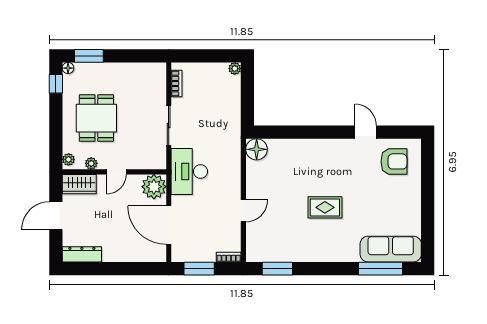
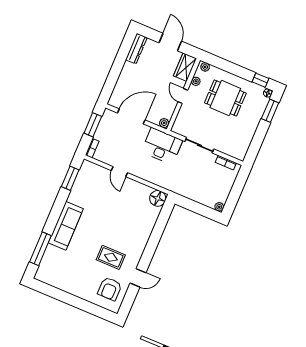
plant: (154, 187) -> (164, 123), width x0.53, depth x0.53
rug: (325, 207) -> (111, 257), moved, turned 90
sofa: (391, 249) -> (66, 226), moved

